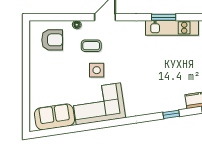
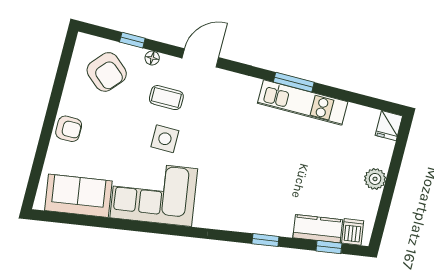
window: (62, 17) -> (132, 40), added
armchair: (52, 40) -> (107, 72), turned 41
armchair: (39, 79) -> (69, 129), added

